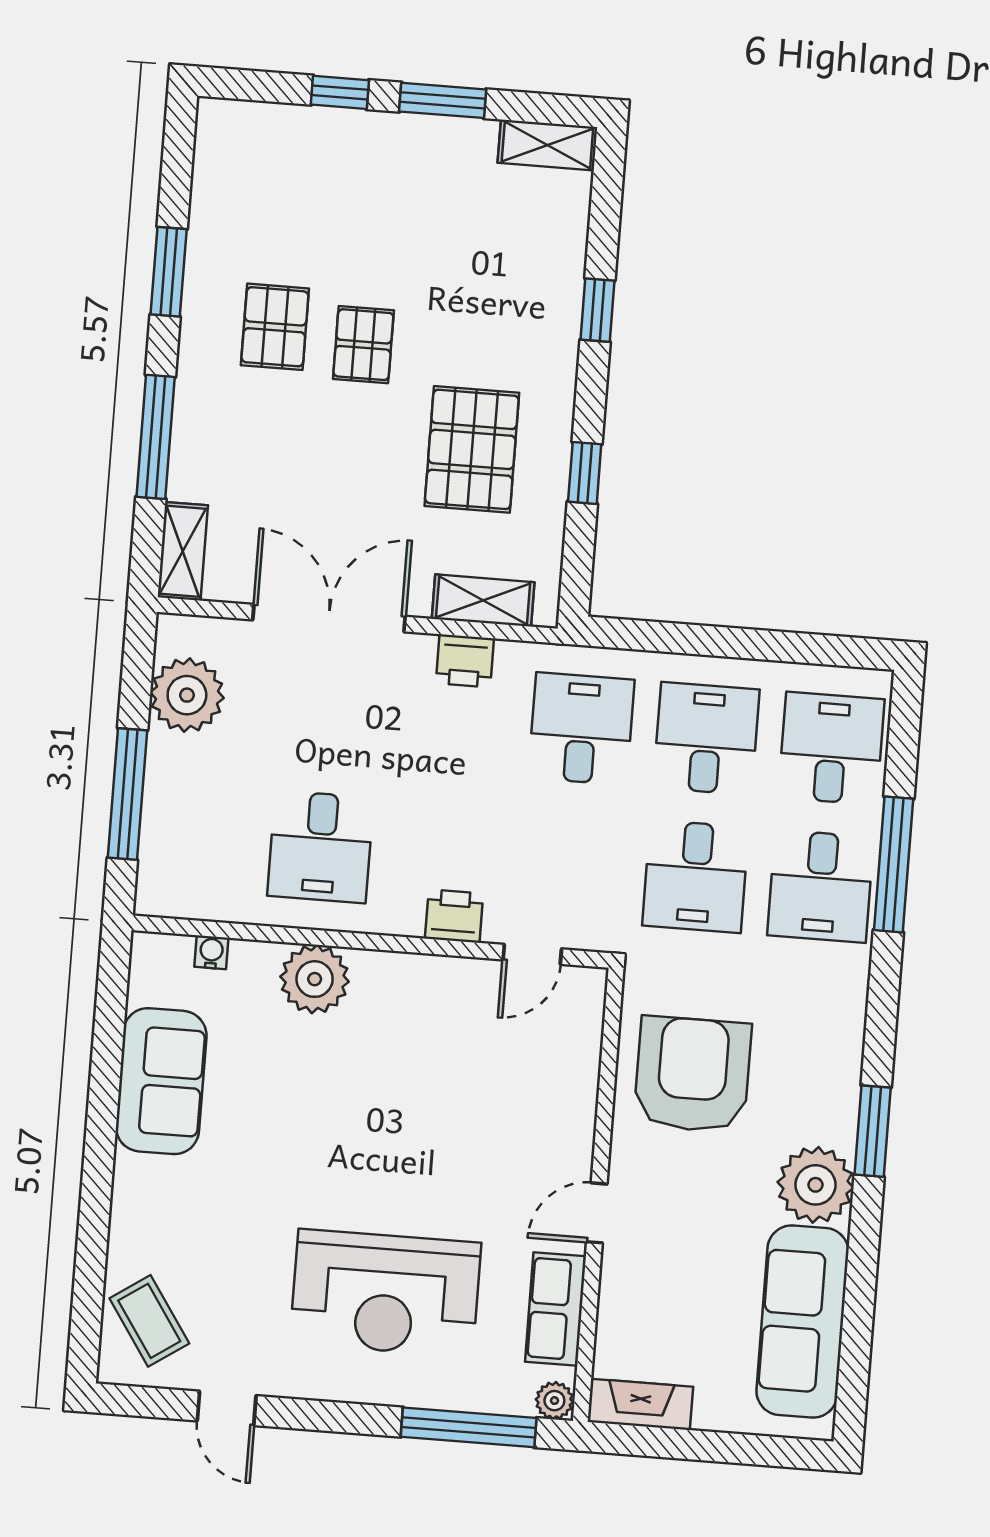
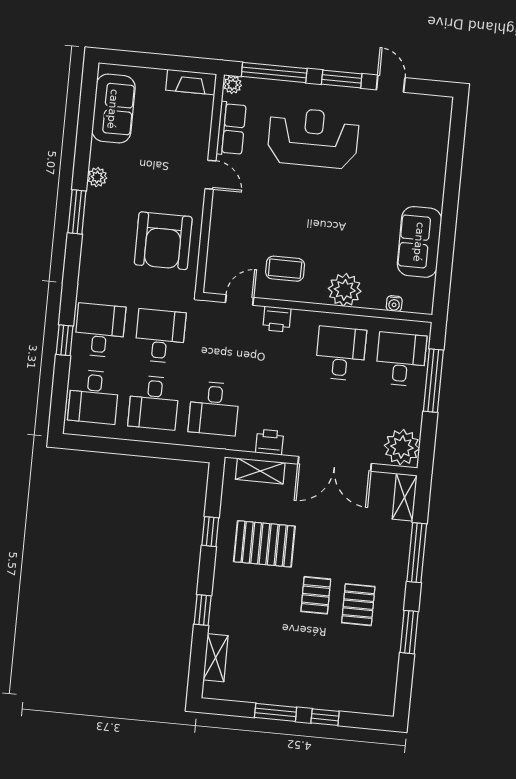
shelving: (547, 145) -> (216, 658), moved, turned 90
pallet: (472, 449) -> (264, 544), turned 90
plant: (187, 695) -> (402, 447), moved
desk: (195, 837) -> (401, 359), added
window: (894, 864) -> (65, 340), width x0.46
plant: (816, 1185) -> (97, 177), width x0.53, depth x0.53
door: (597, 1213) -> (211, 175), hinge flipped
coffee table: (149, 1321) -> (285, 269), moved, turned -56
sofa: (802, 1321) -> (113, 109), width x0.73
window: (328, 1416) -> (342, 79), added

